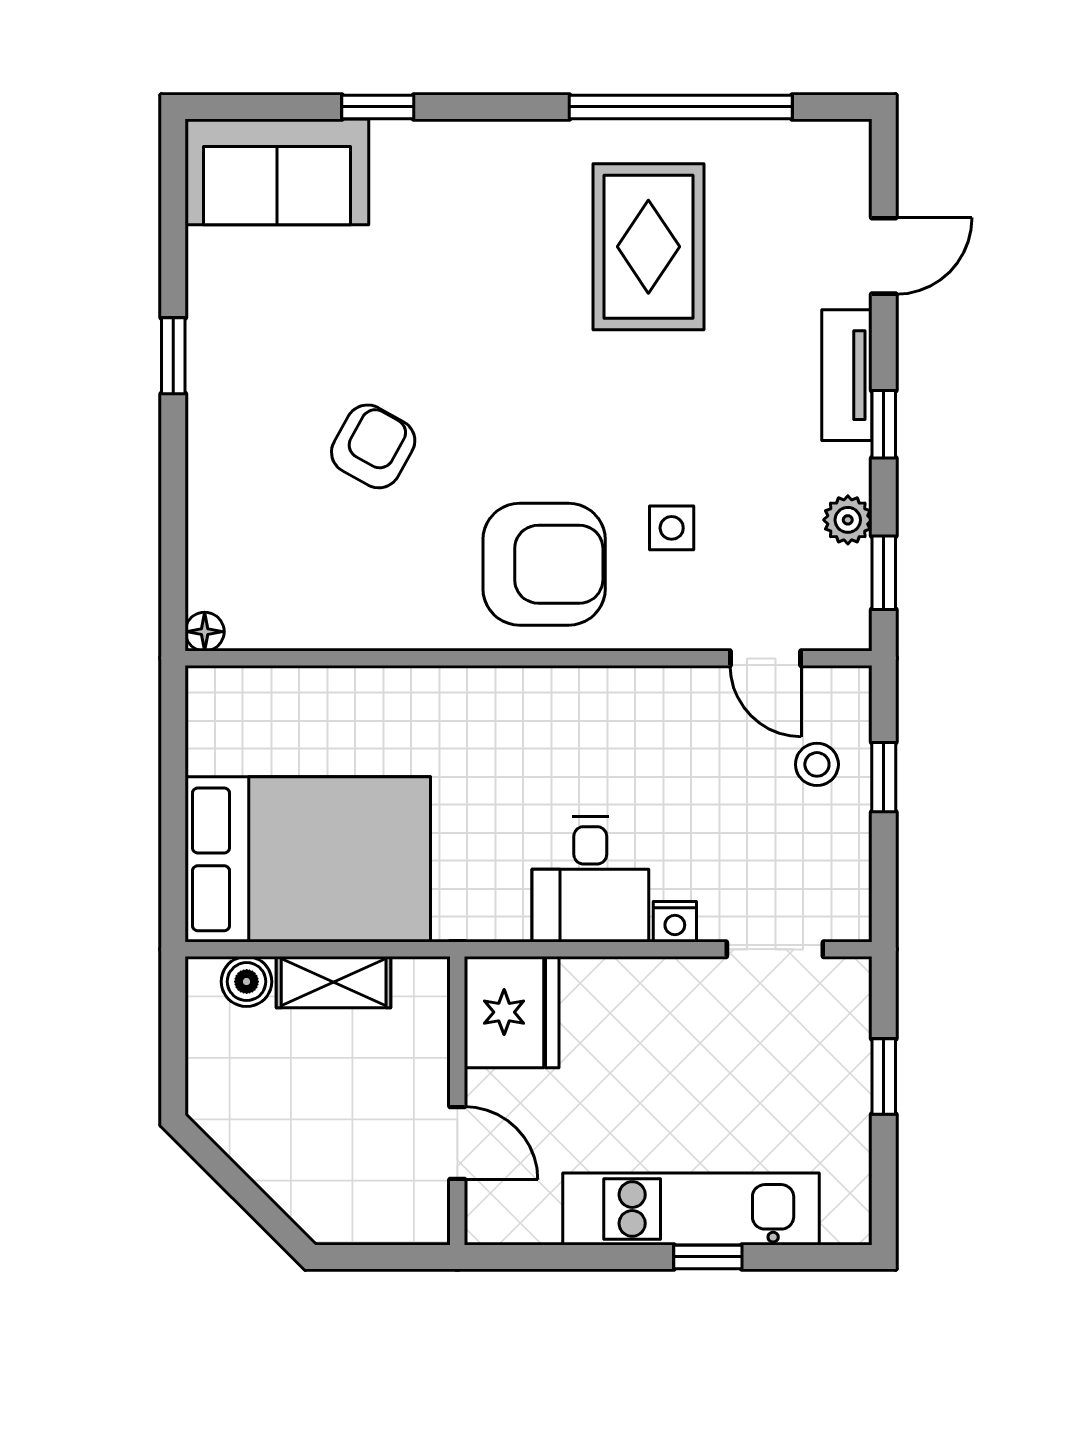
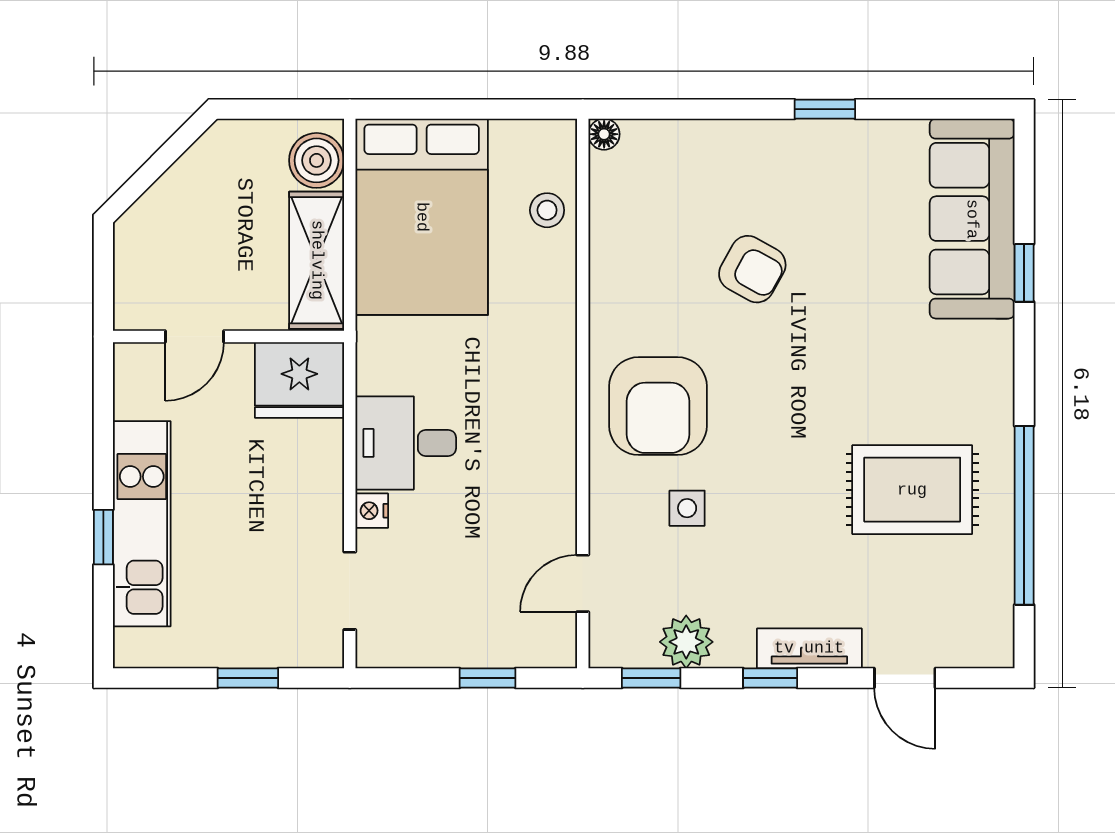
sofa: (277, 172) -> (972, 219), width x1.36
plant: (848, 520) -> (686, 642), width x1.38, depth x1.38
stool: (817, 764) -> (547, 210), moved
boiler: (247, 982) -> (317, 160), width x1.36, depth x1.36
shelving: (334, 982) -> (317, 260), width x1.50, depth x1.33

